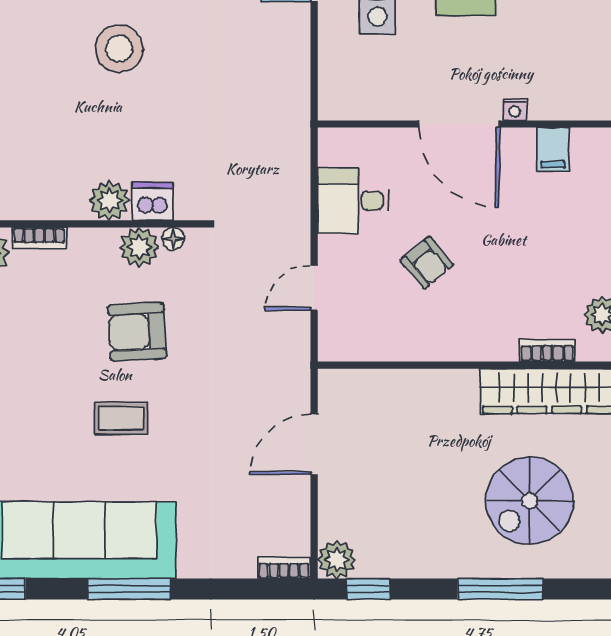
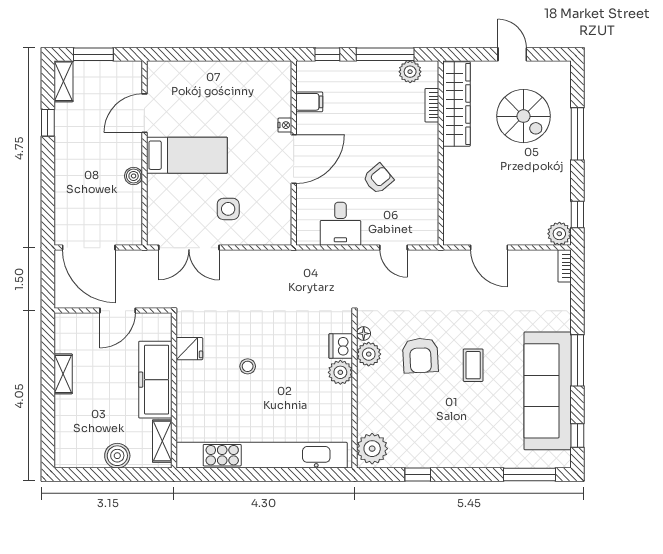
stool: (119, 48) -> (248, 366), width x0.53, depth x0.53
bookcase: (39, 238) -> (363, 415), removed

